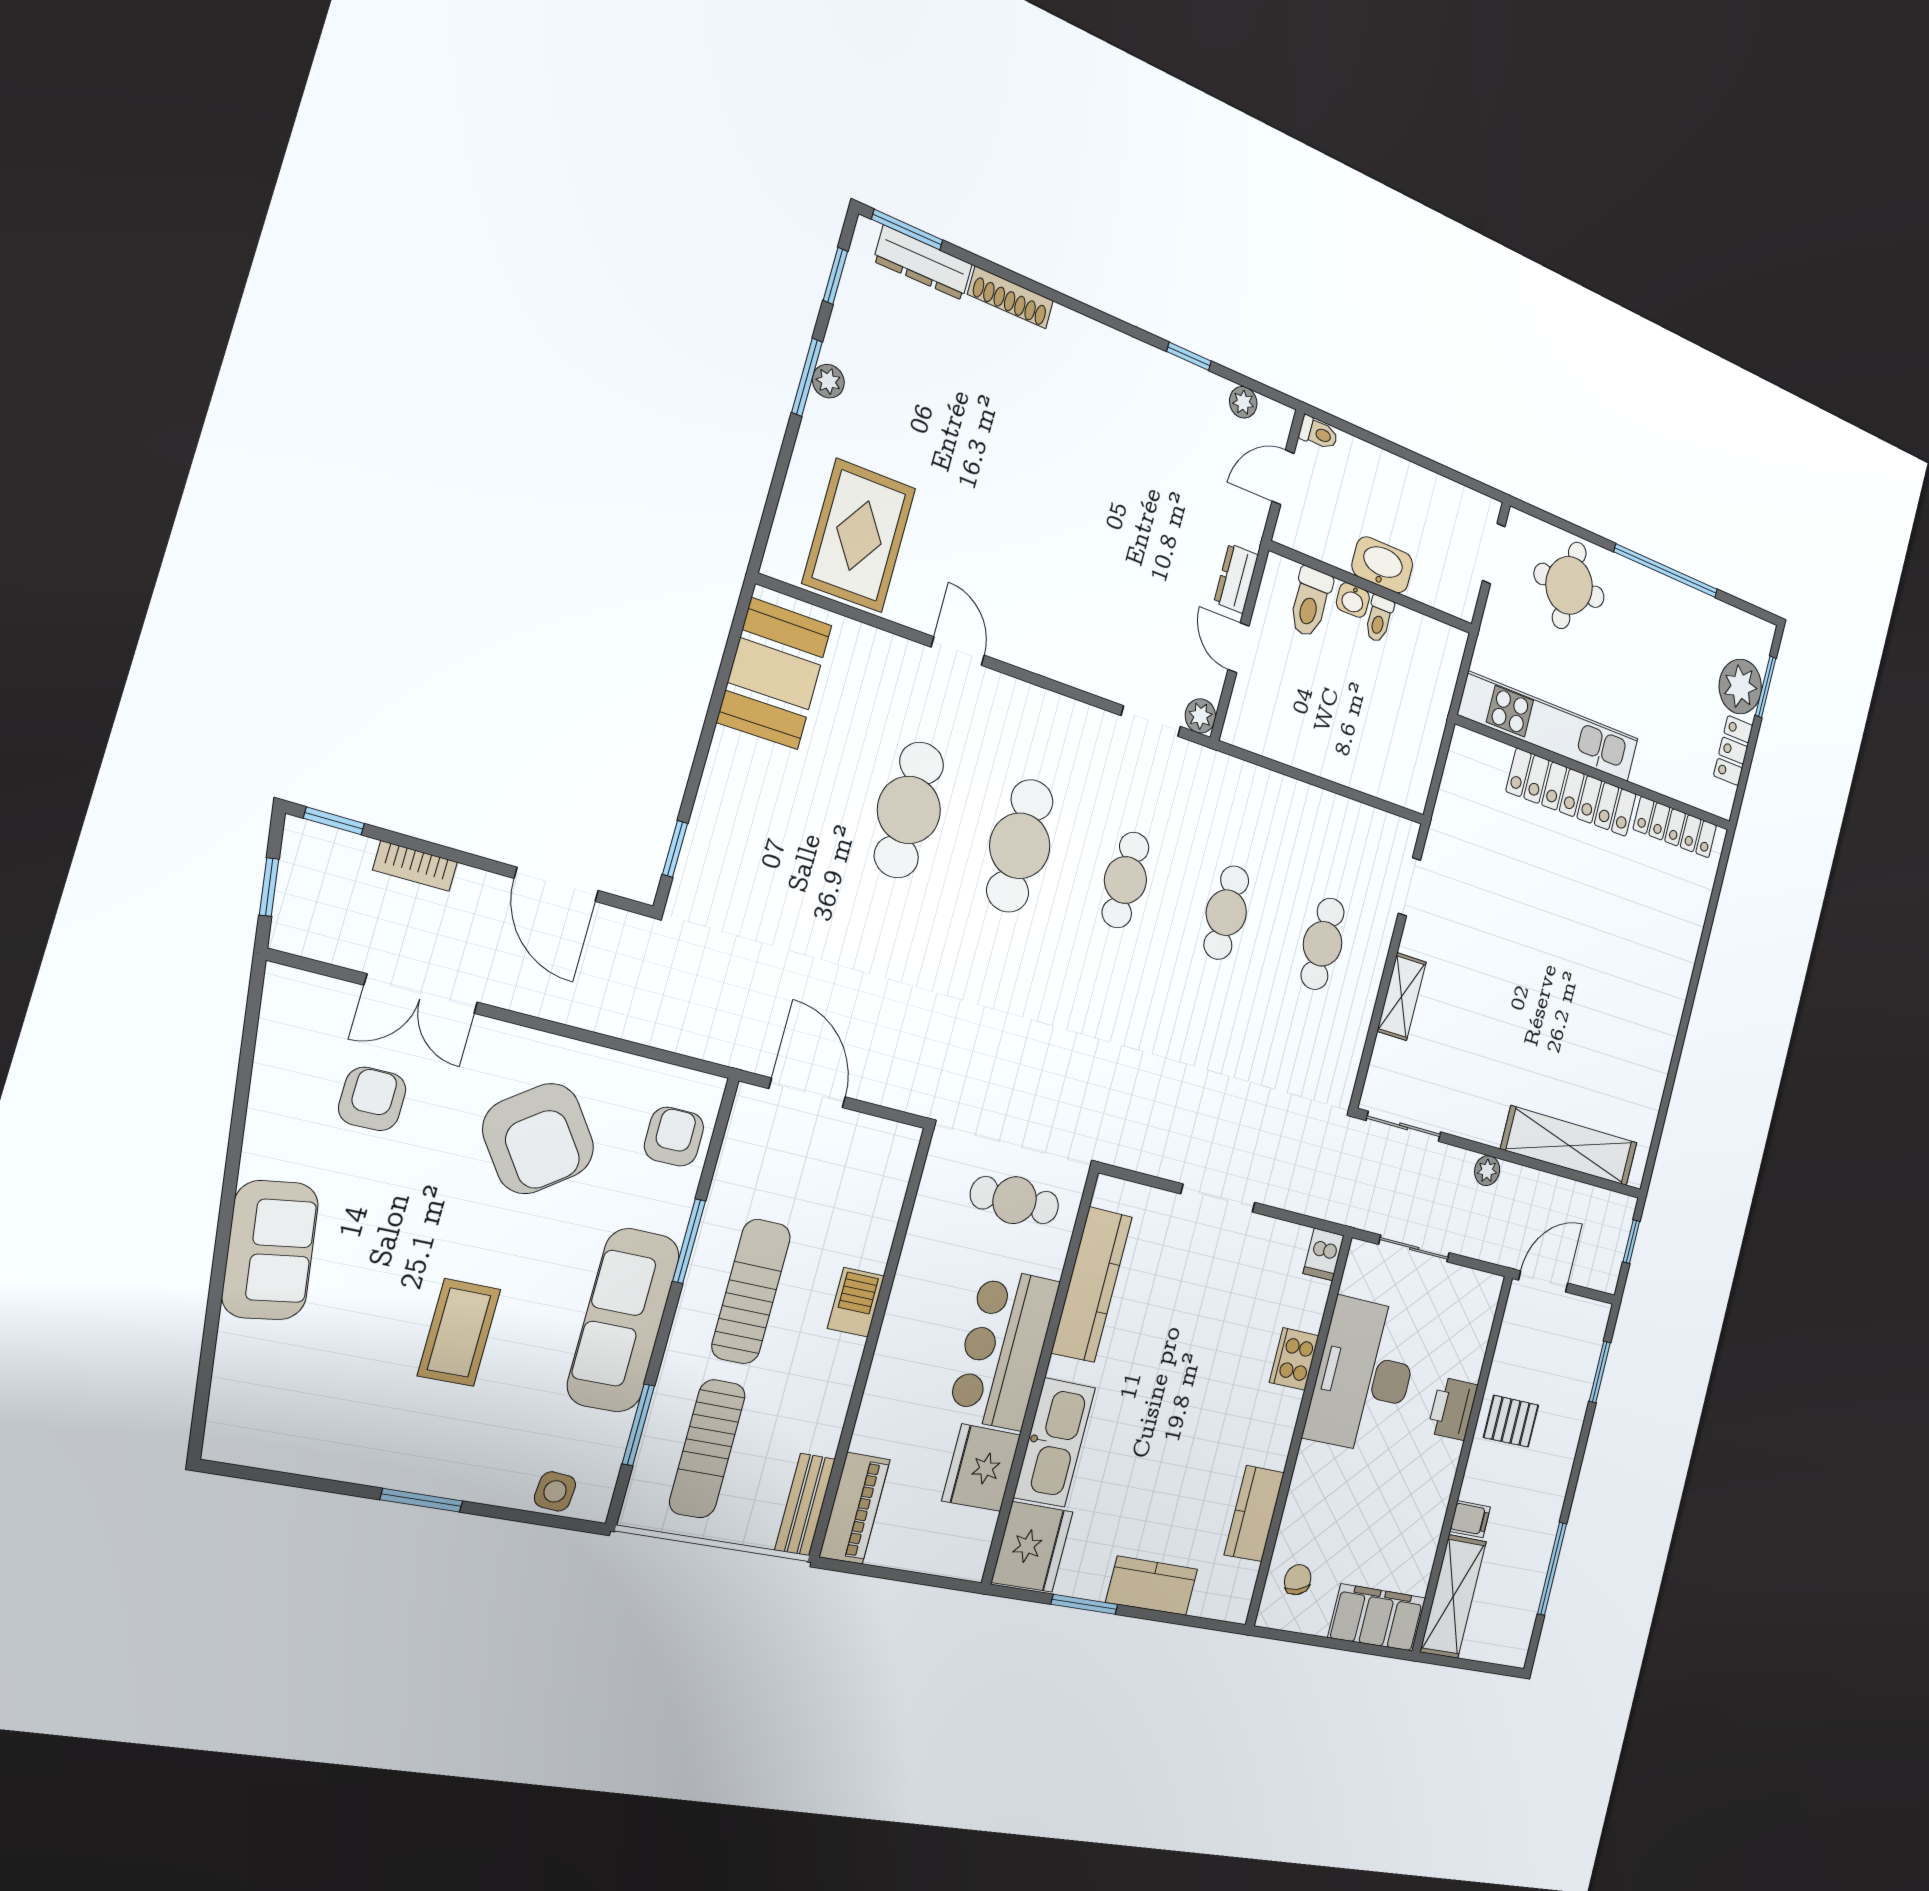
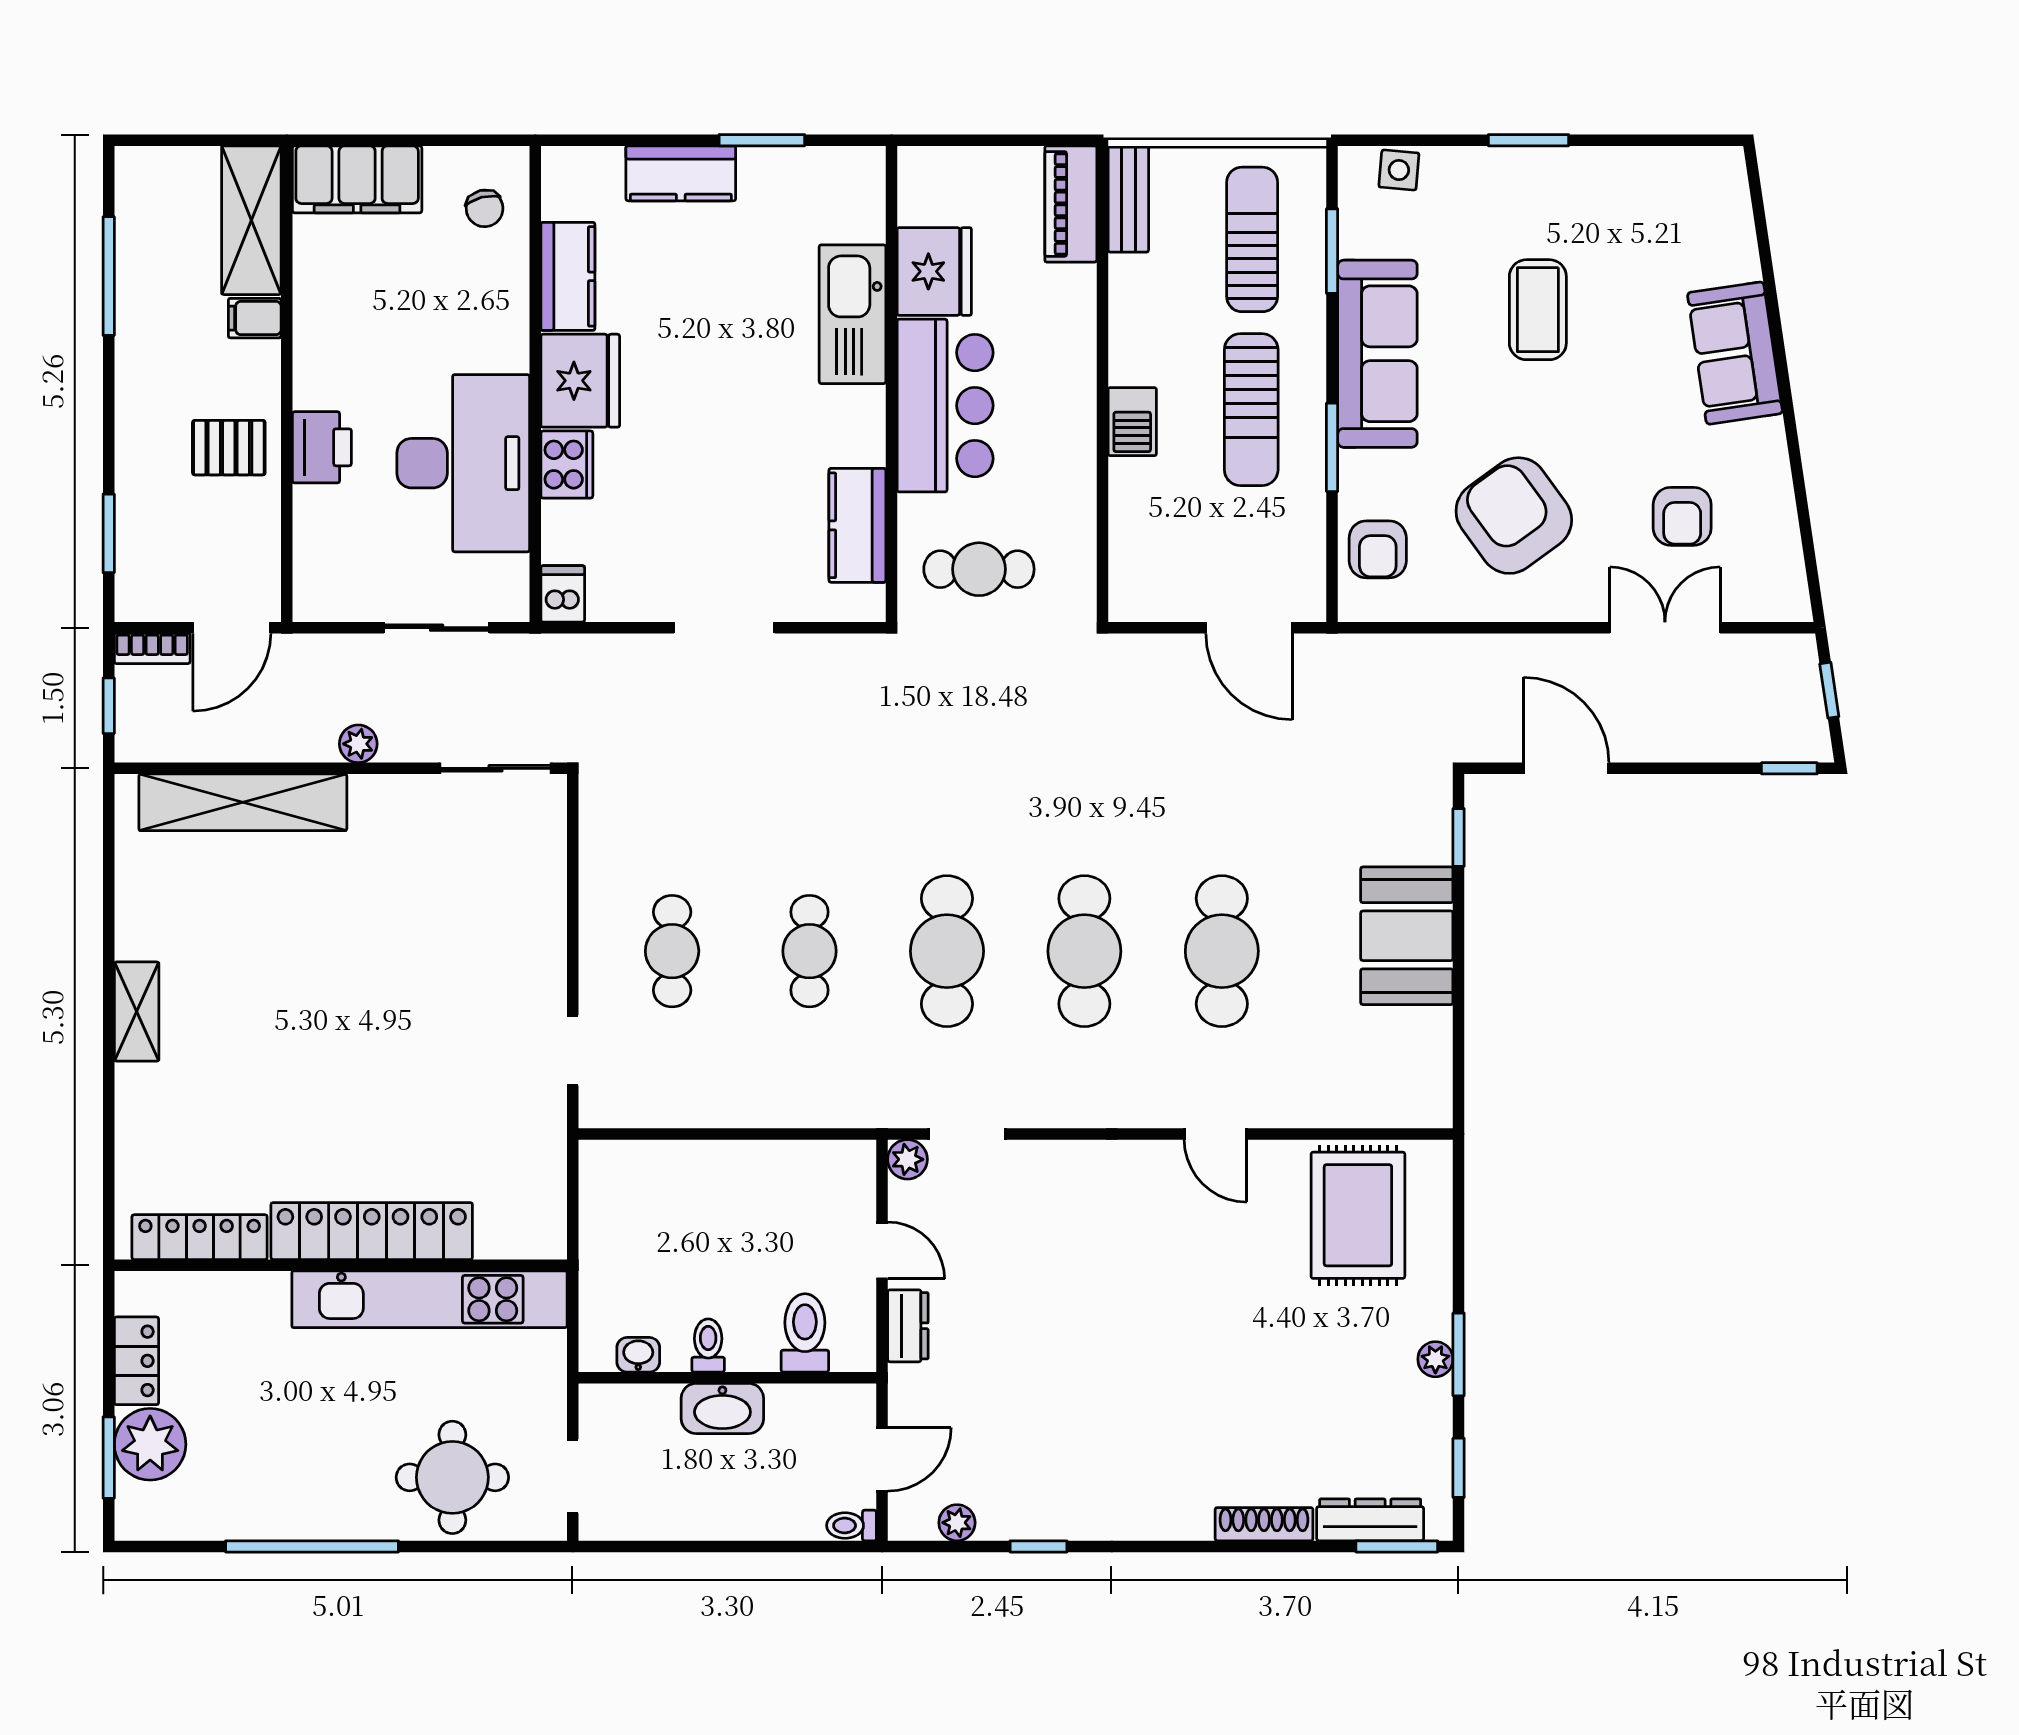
washbasin: (1353, 600) -> (638, 1355), moved
booth: (774, 674) -> (1407, 936), moved
bookcase: (415, 866) -> (152, 648), moved, turned 180
cafe table: (1125, 880) -> (947, 951), width x1.37, depth x1.35
shelving: (1402, 997) -> (137, 1012), moved
kitchen counter: (1092, 1285) -> (857, 525), width x0.67
fridge: (1032, 1547) -> (580, 381), moved, turned 180

